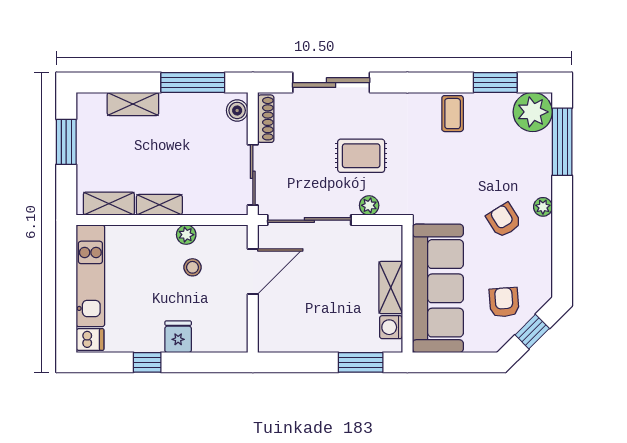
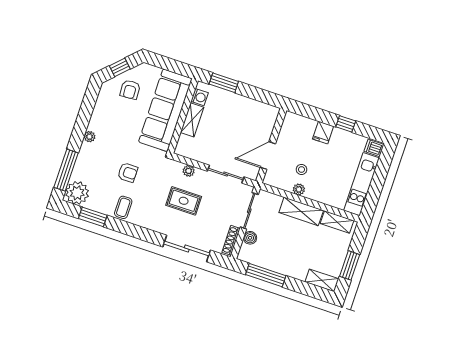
shelving: (133, 104) -> (322, 280), moved
boiler: (237, 110) -> (250, 238), moved
shelving: (159, 205) -> (301, 211), width x1.50, depth x1.33
sliding door: (309, 220) -> (226, 174), width x0.73
armchair: (504, 220) -> (128, 173), moved, turned -58

